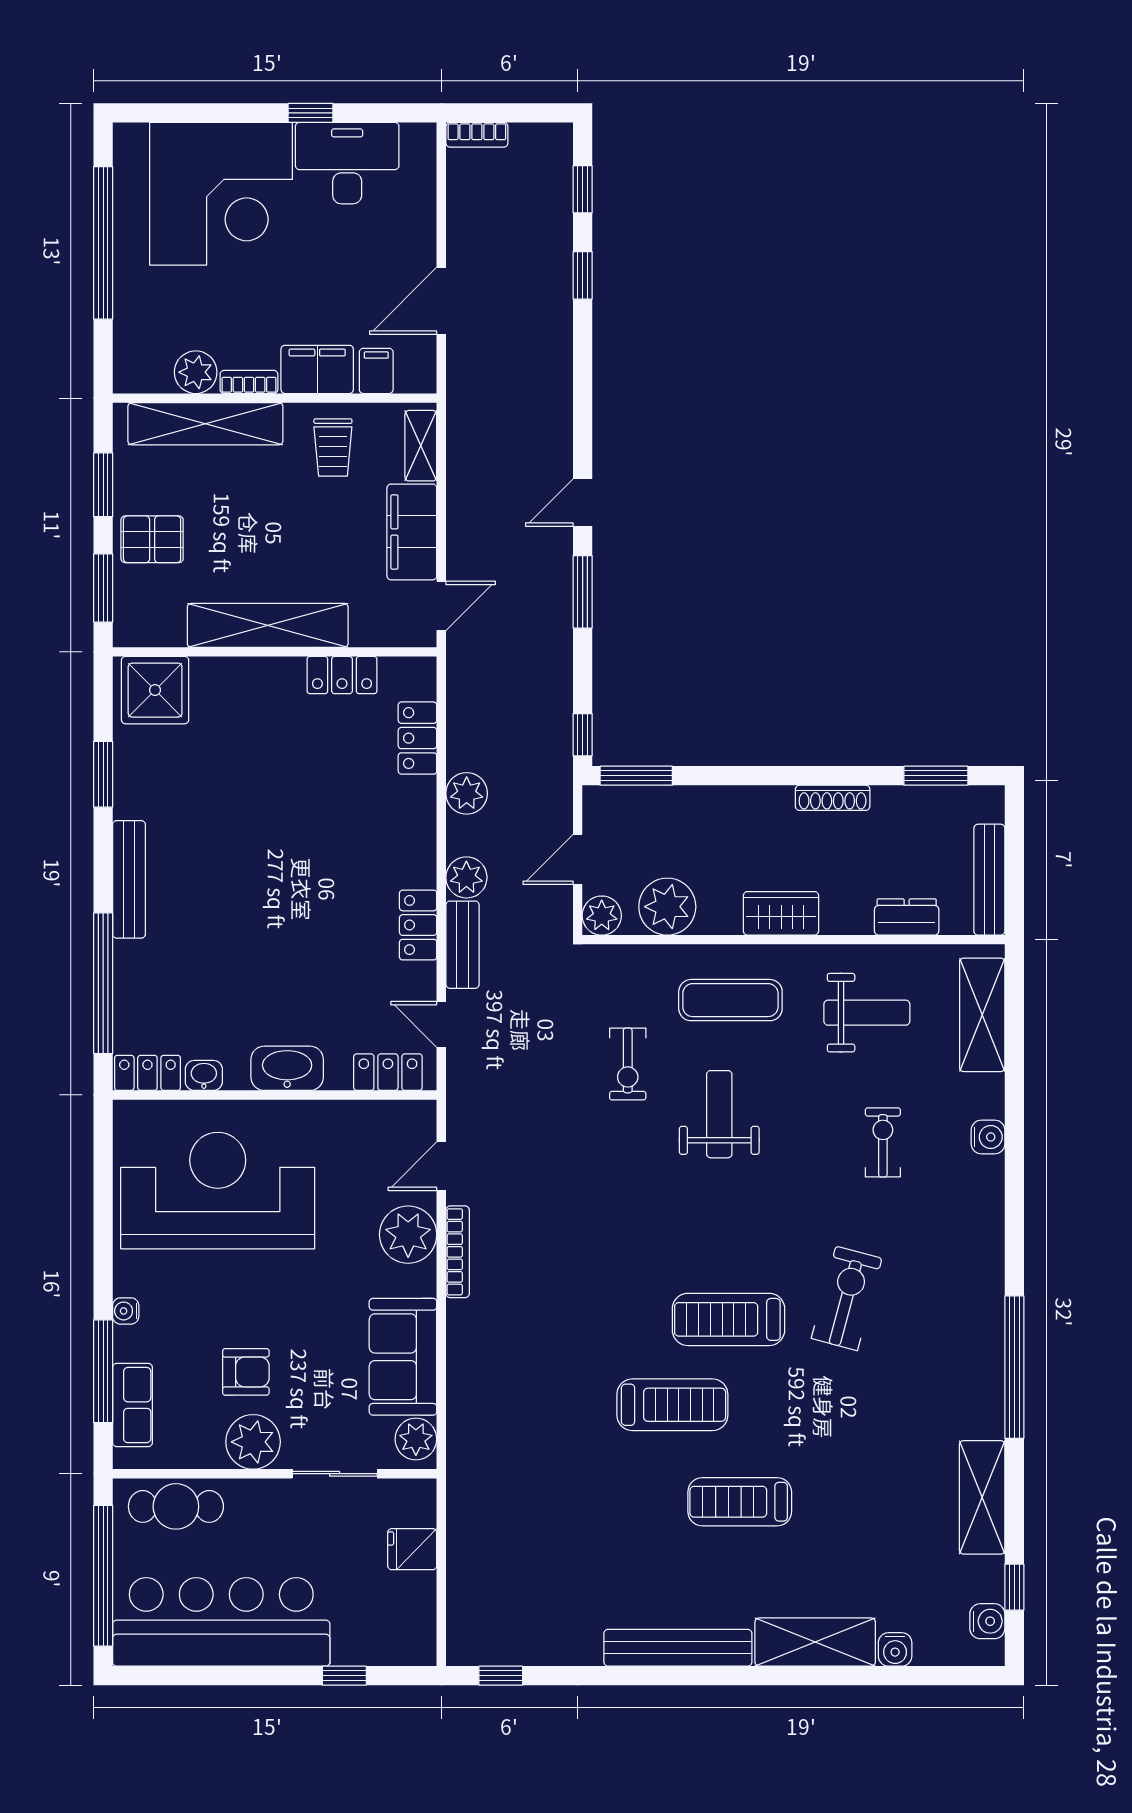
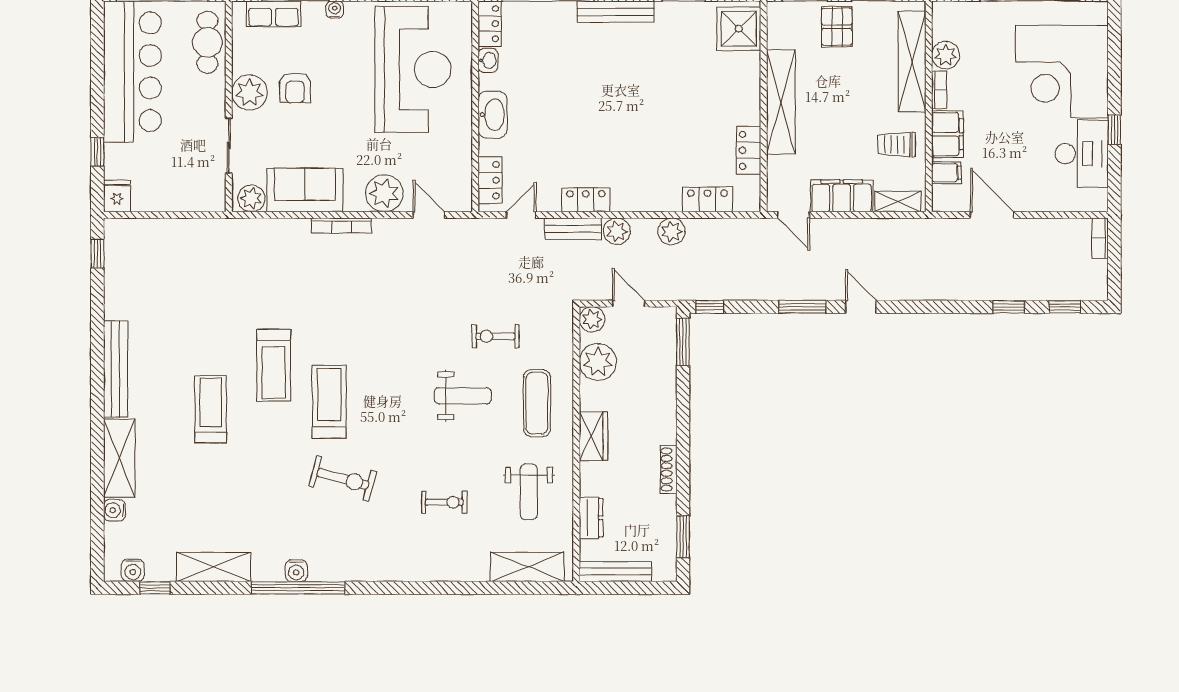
water cooler: (988, 1137) -> (296, 571), moved
bookcase: (458, 1252) -> (341, 226), moved
fridge: (412, 1549) -> (117, 196), moved

